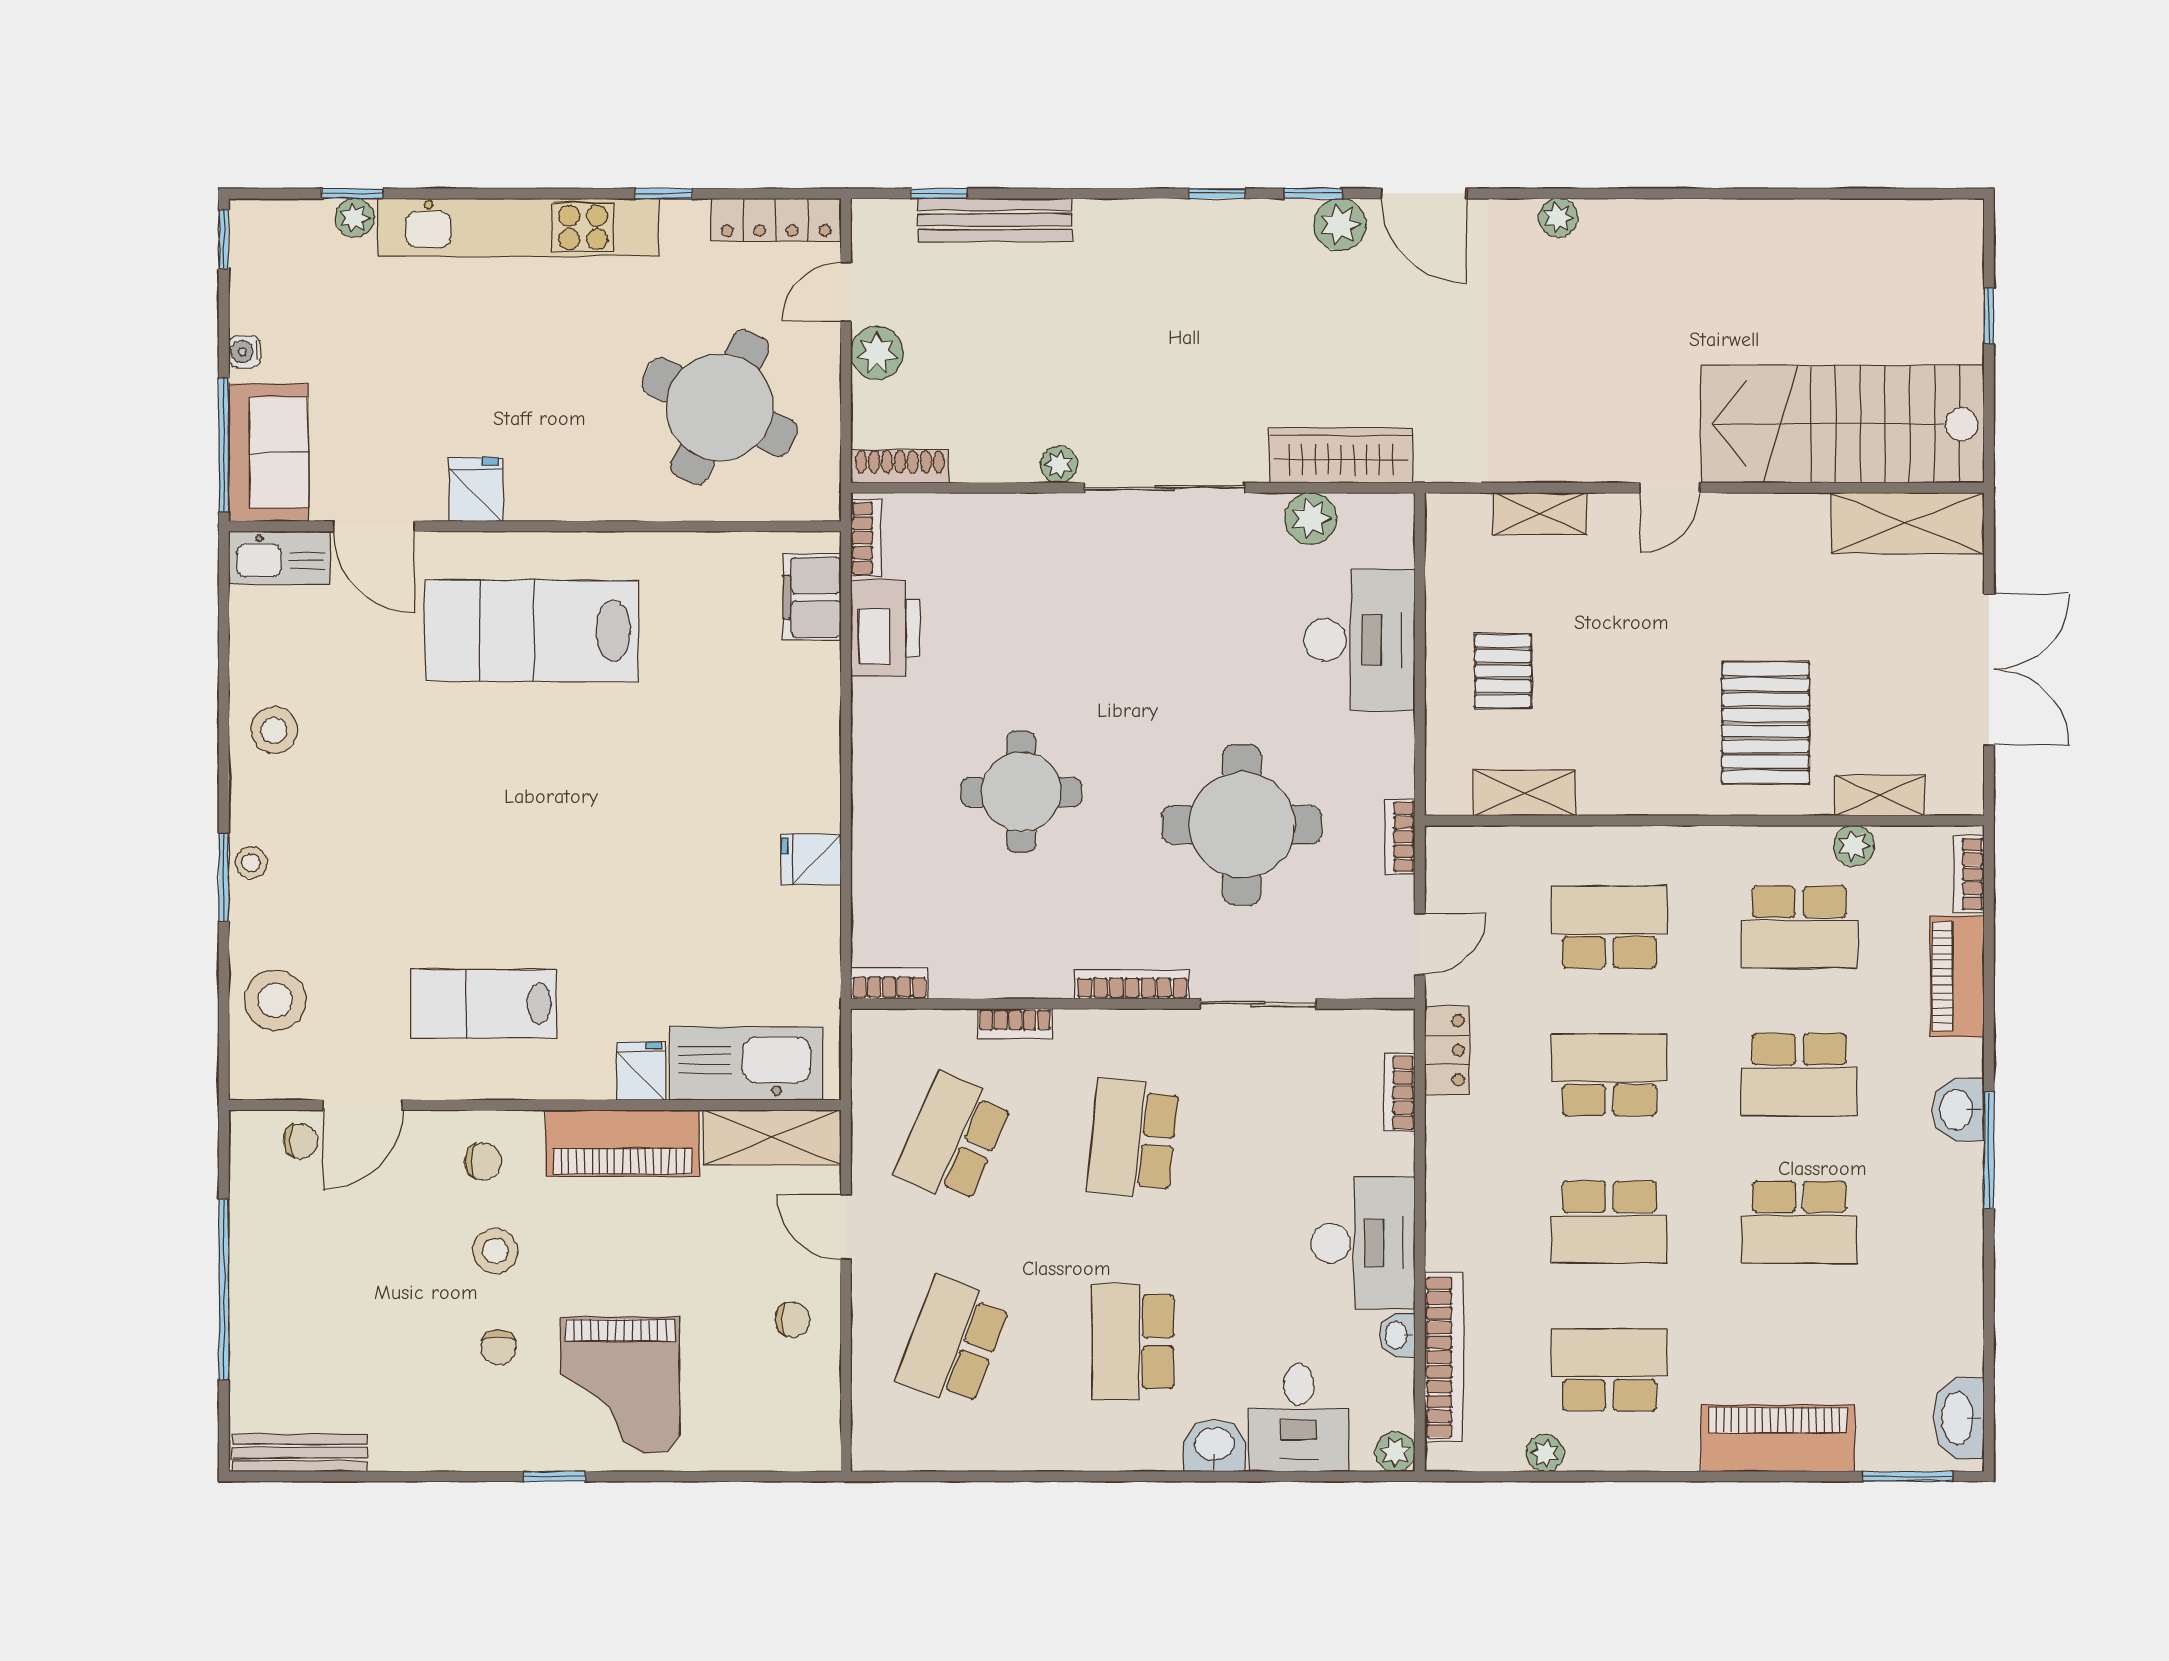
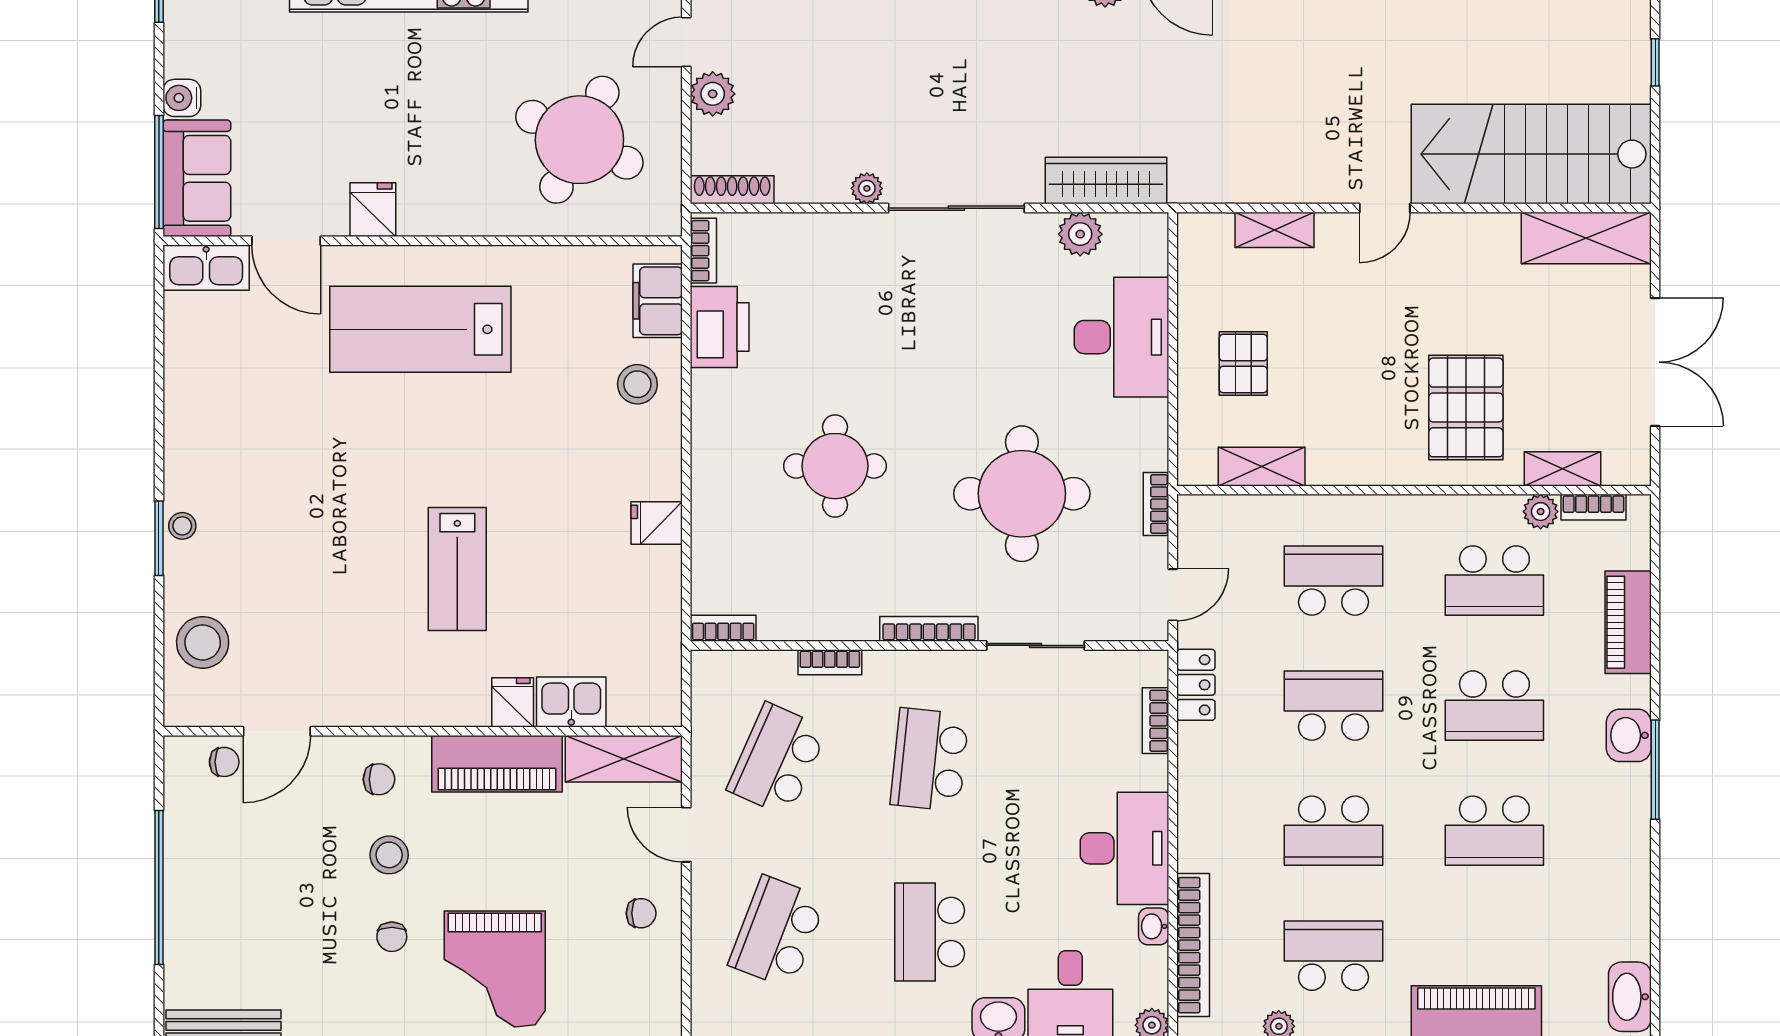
water cooler: (245, 352) -> (182, 98), width x1.38, depth x1.38
stool: (274, 730) -> (637, 384), moved
bookcase: (1969, 874) -> (1594, 507), moved, turned -90
lab bench: (484, 1004) -> (457, 569), moved, turned -90
kitchen sink: (746, 1063) -> (571, 702), width x0.53, depth x0.81

